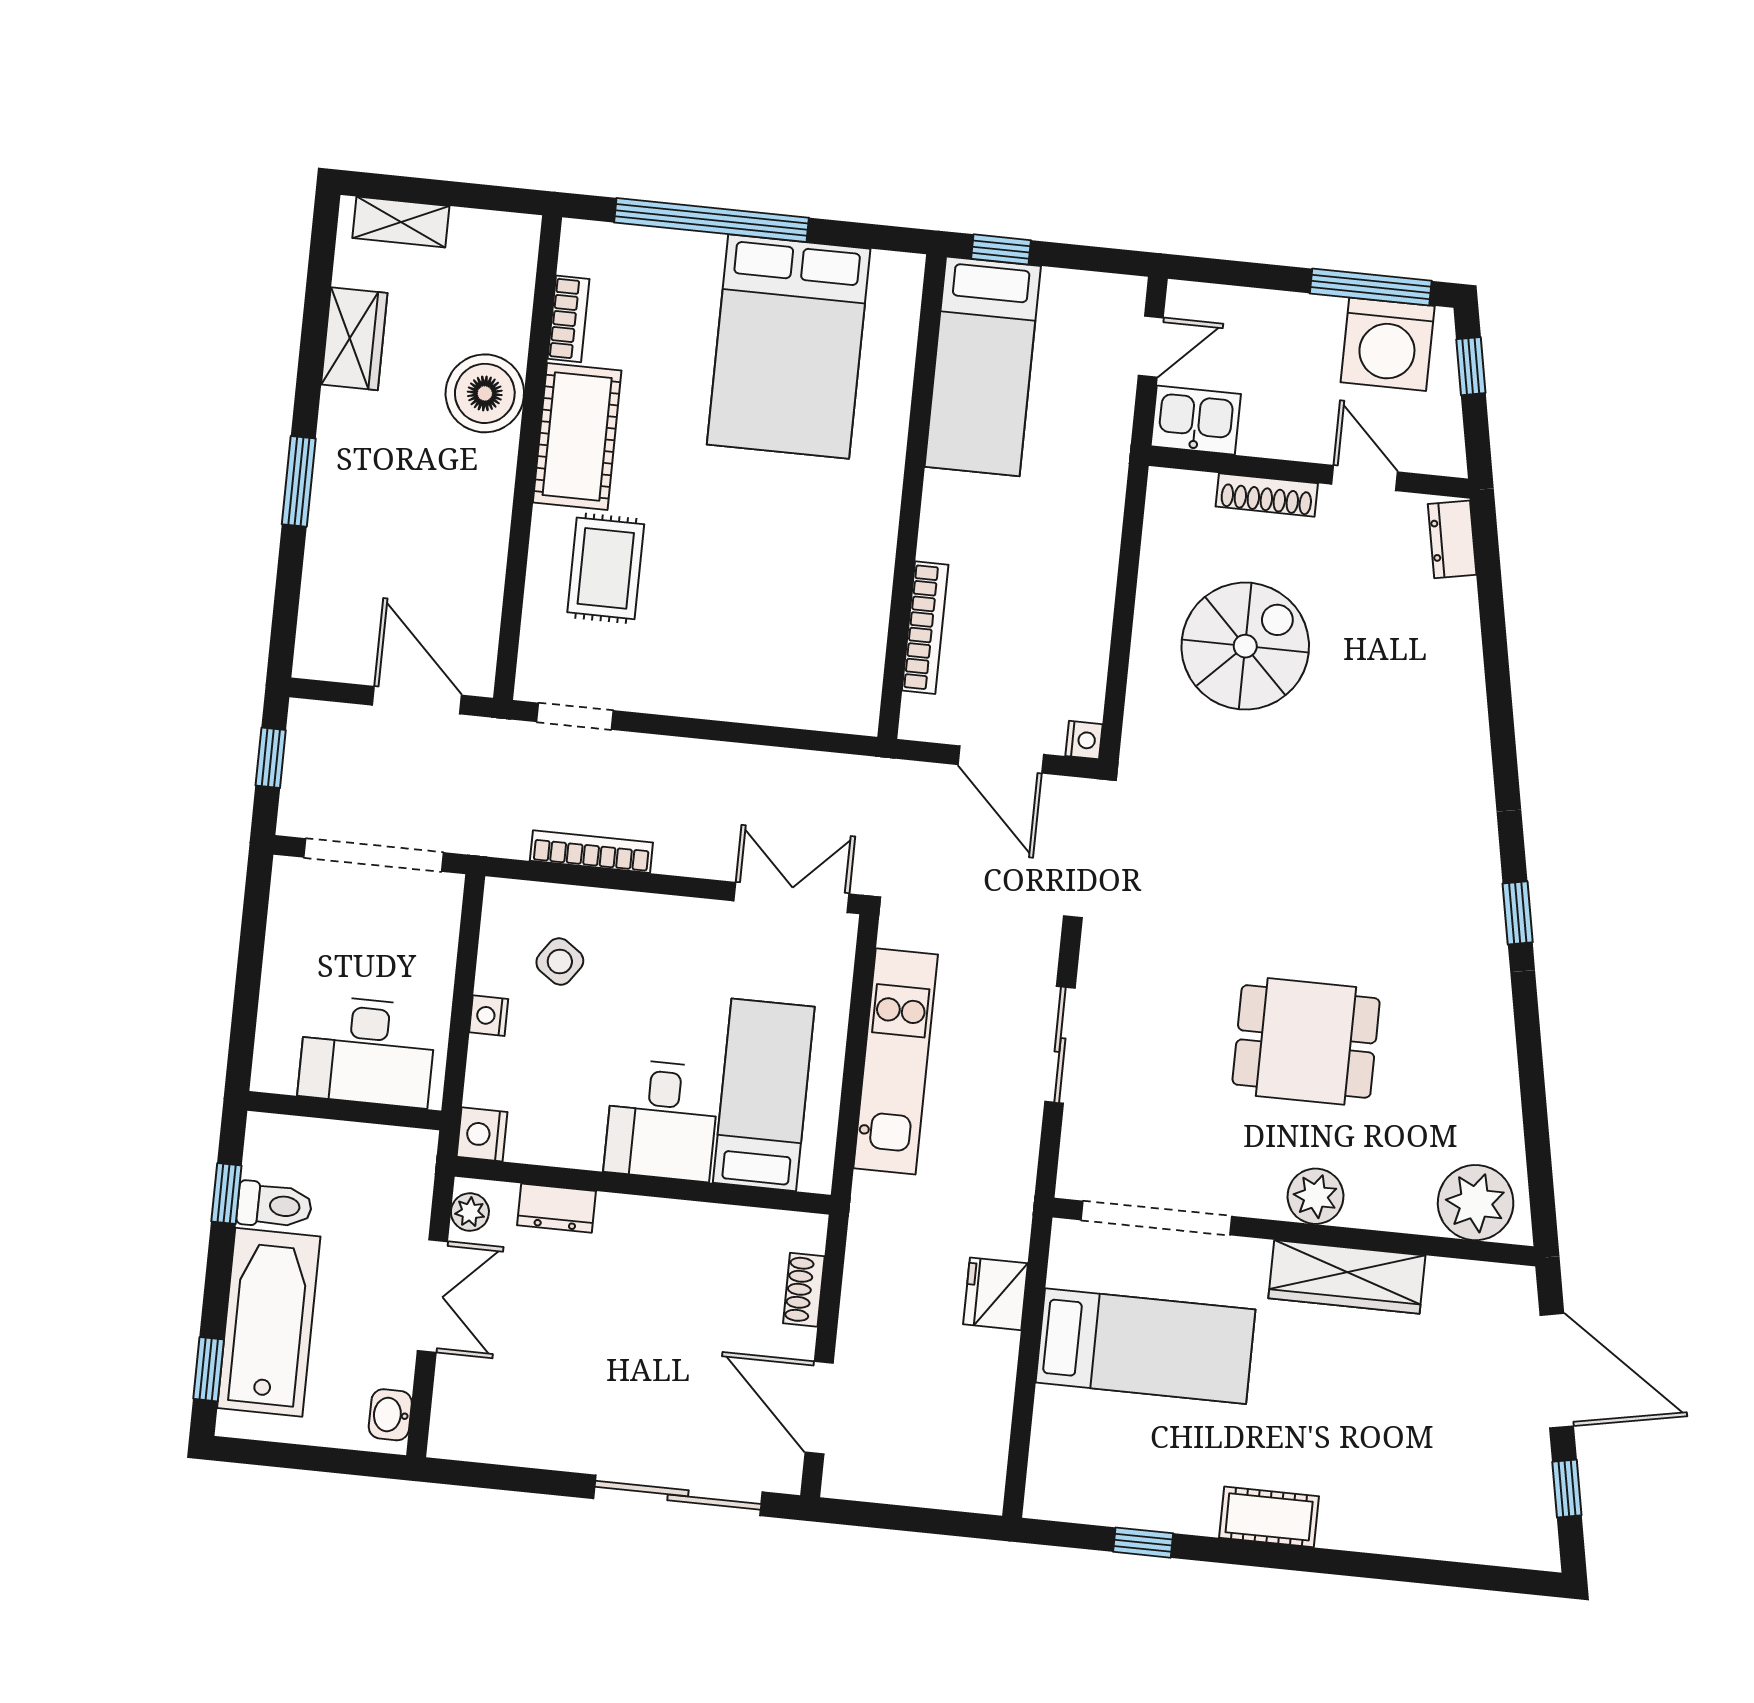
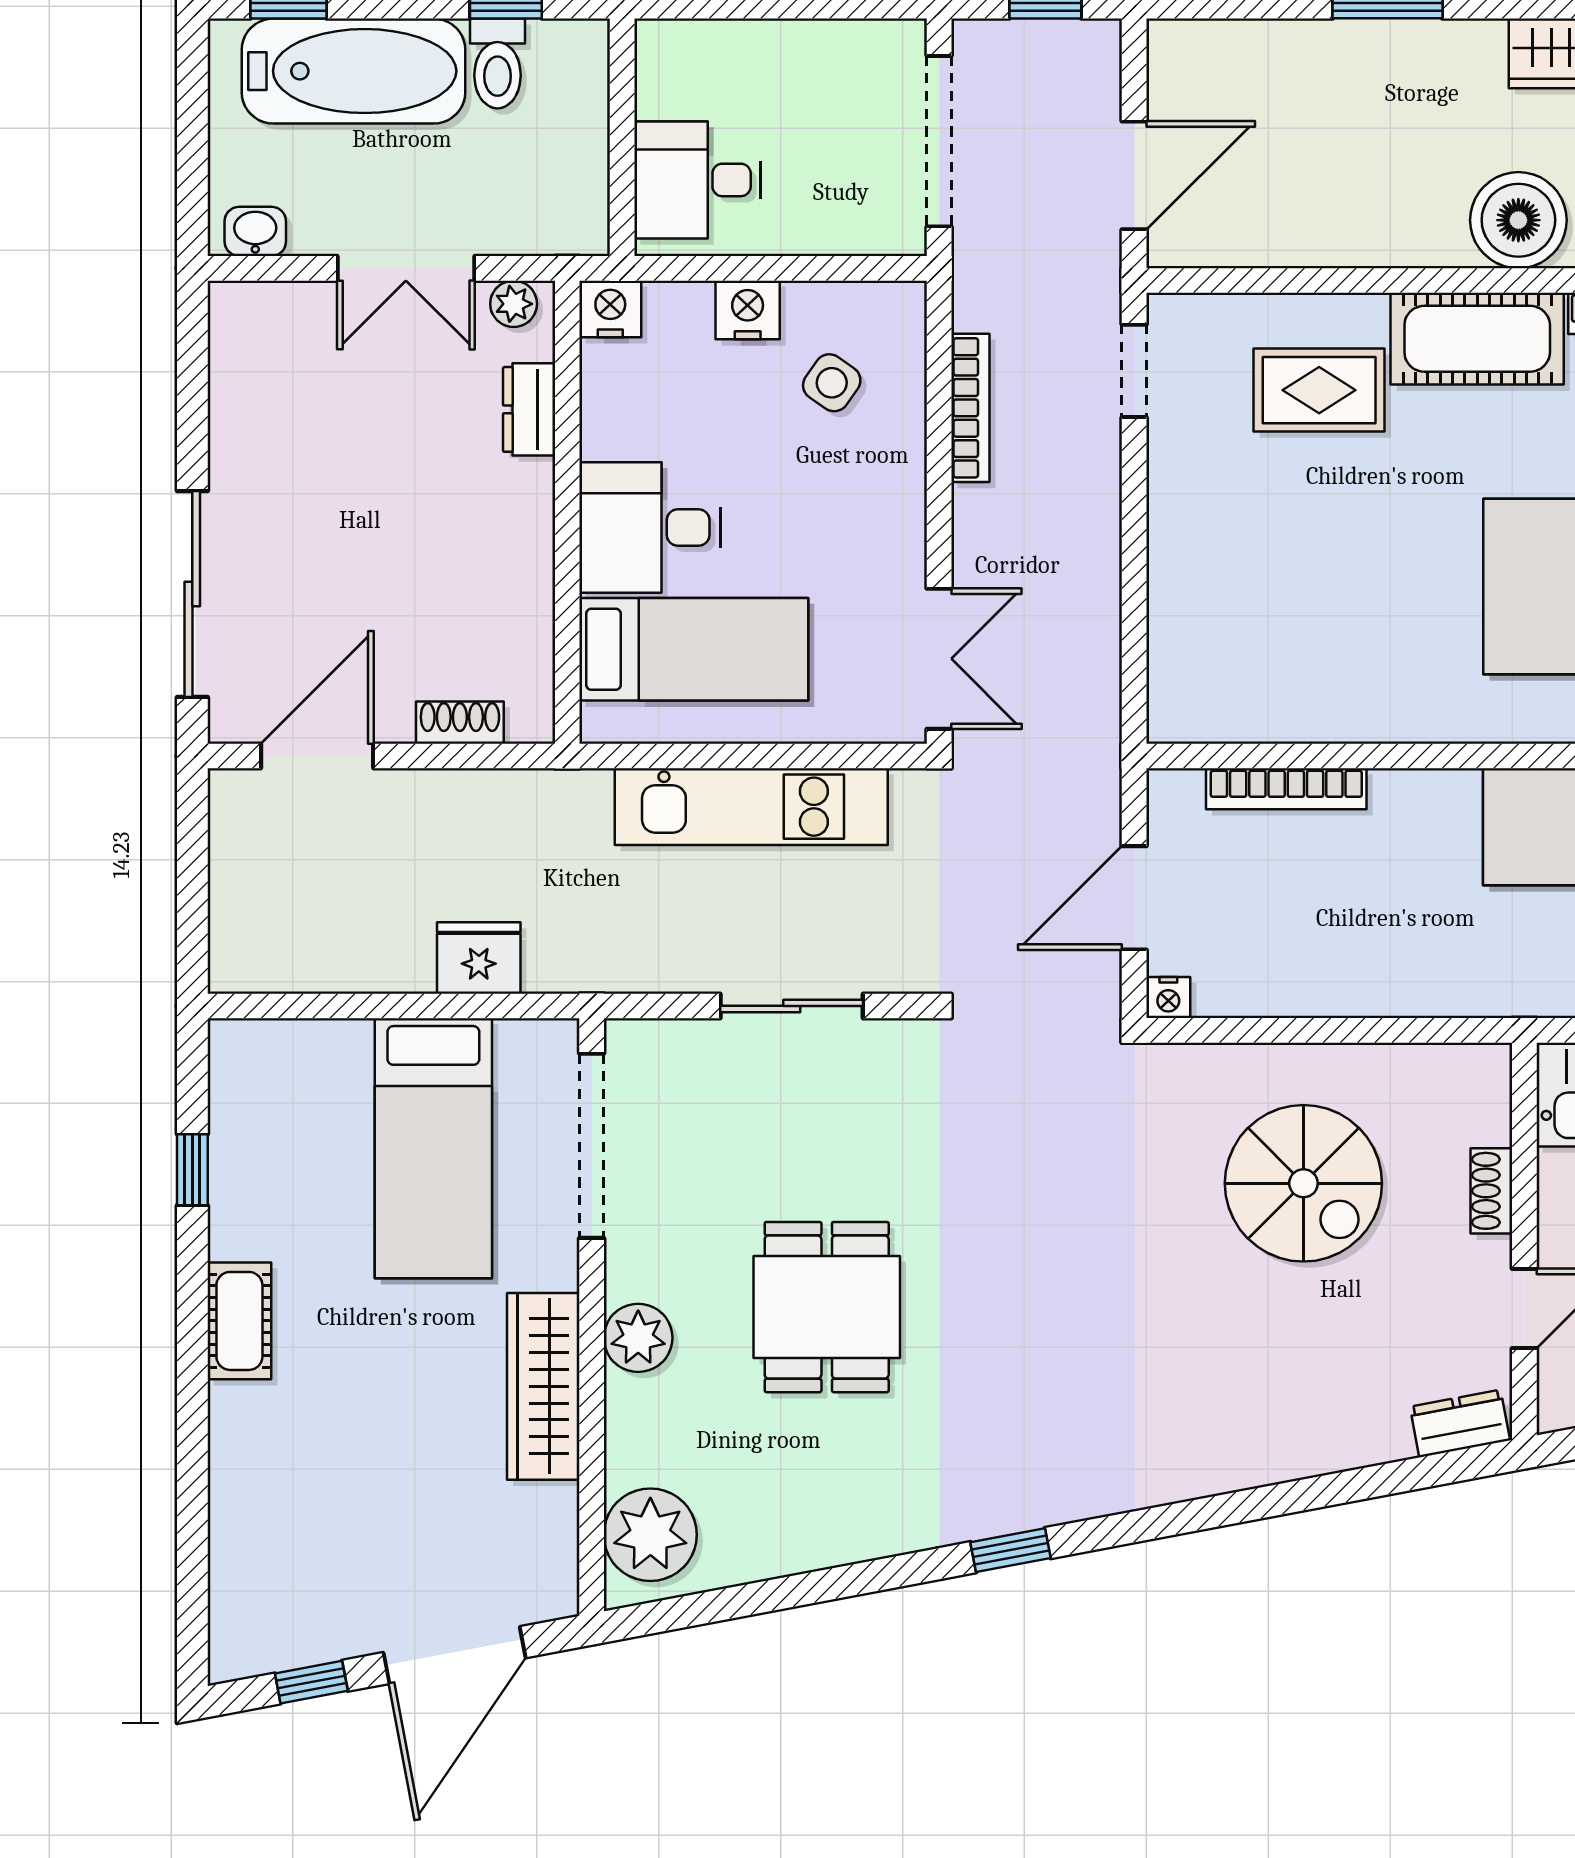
shoe rack: (1267, 495) -> (1491, 1191), width x0.70
nightstand: (489, 1016) -> (748, 310), width x1.39, depth x1.35
desk: (367, 1052) -> (697, 180), width x0.73

